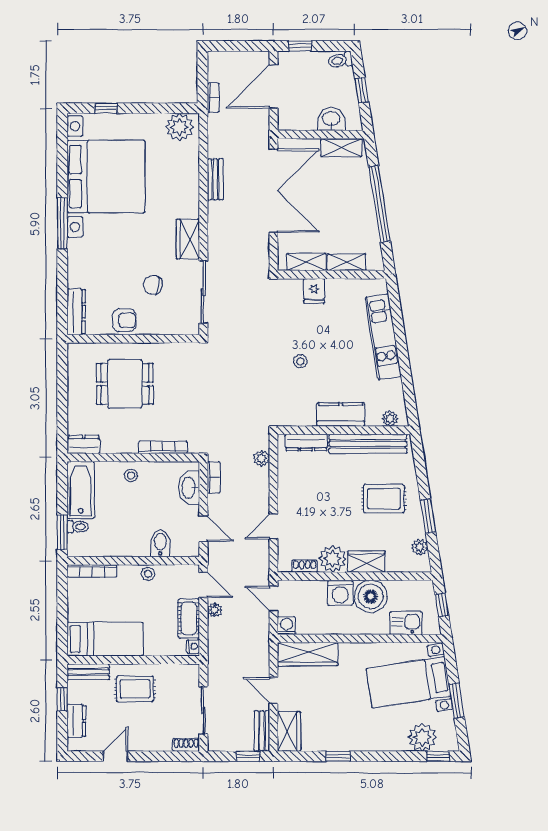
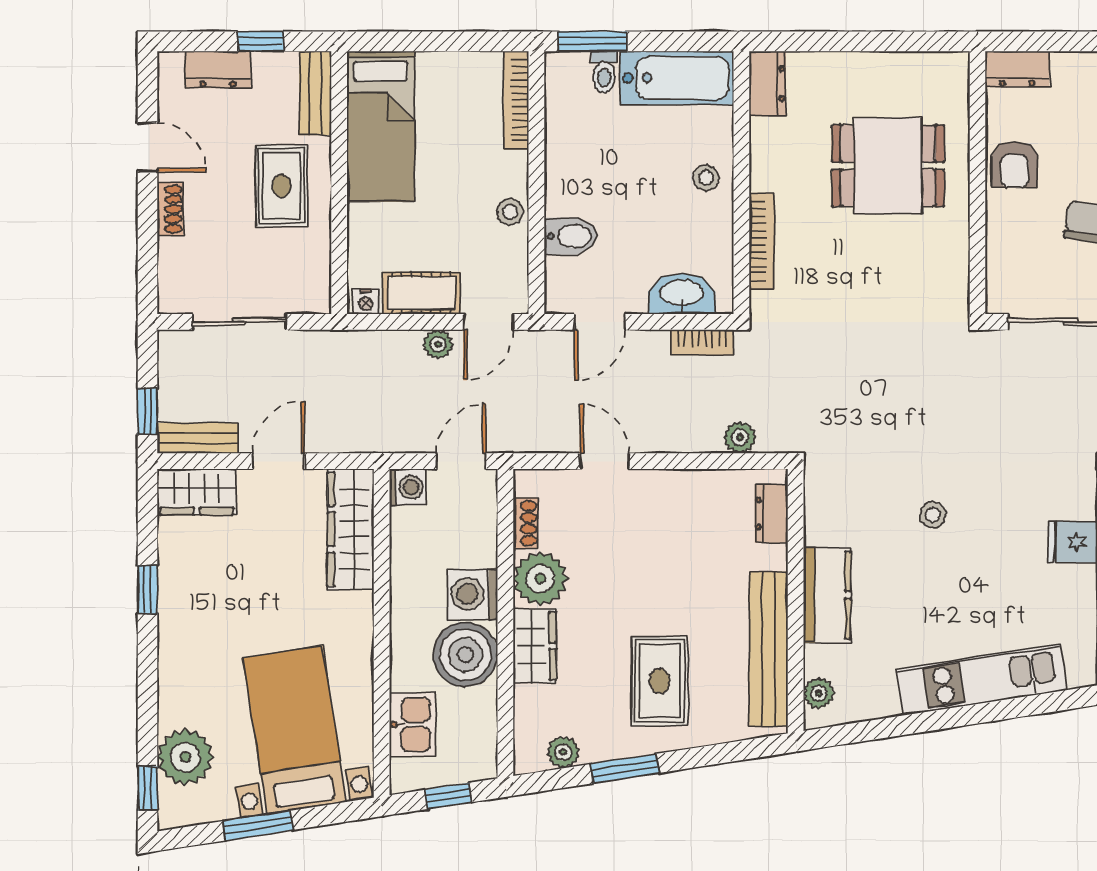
dresser: (76, 312) -> (1017, 69), width x0.70
dining table: (125, 384) -> (888, 166), turned 90
dresser: (306, 442) -> (771, 514), width x0.70
shoe rack: (186, 745) -> (170, 209), moved

